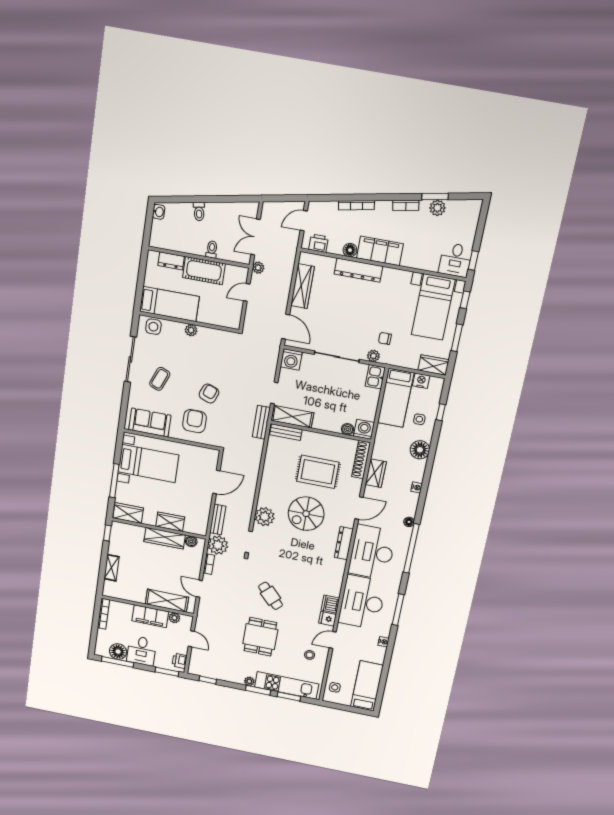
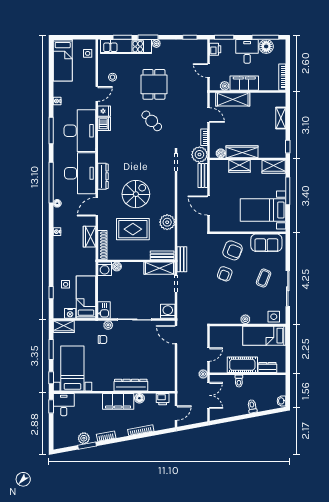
wardrobe: (302, 286) -> (169, 366), removed
armchair: (194, 421) -> (233, 250), turned -68
floor lamp: (420, 450) -> (60, 261), removed
door: (216, 482) -> (209, 206), hinge flipped
plant: (265, 517) -> (167, 222), moved

